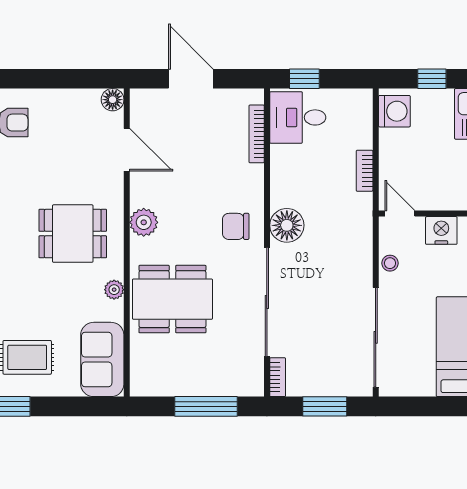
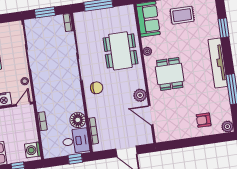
floor lamp: (113, 100) -> (160, 137), removed
door: (400, 214) -> (23, 104), swing flipped
plant: (144, 222) -> (140, 95), moved
floor lamp: (287, 225) -> (78, 120), moved
dining table: (73, 234) -> (170, 74), turned 90
dining table: (172, 299) -> (120, 51), turned 90

